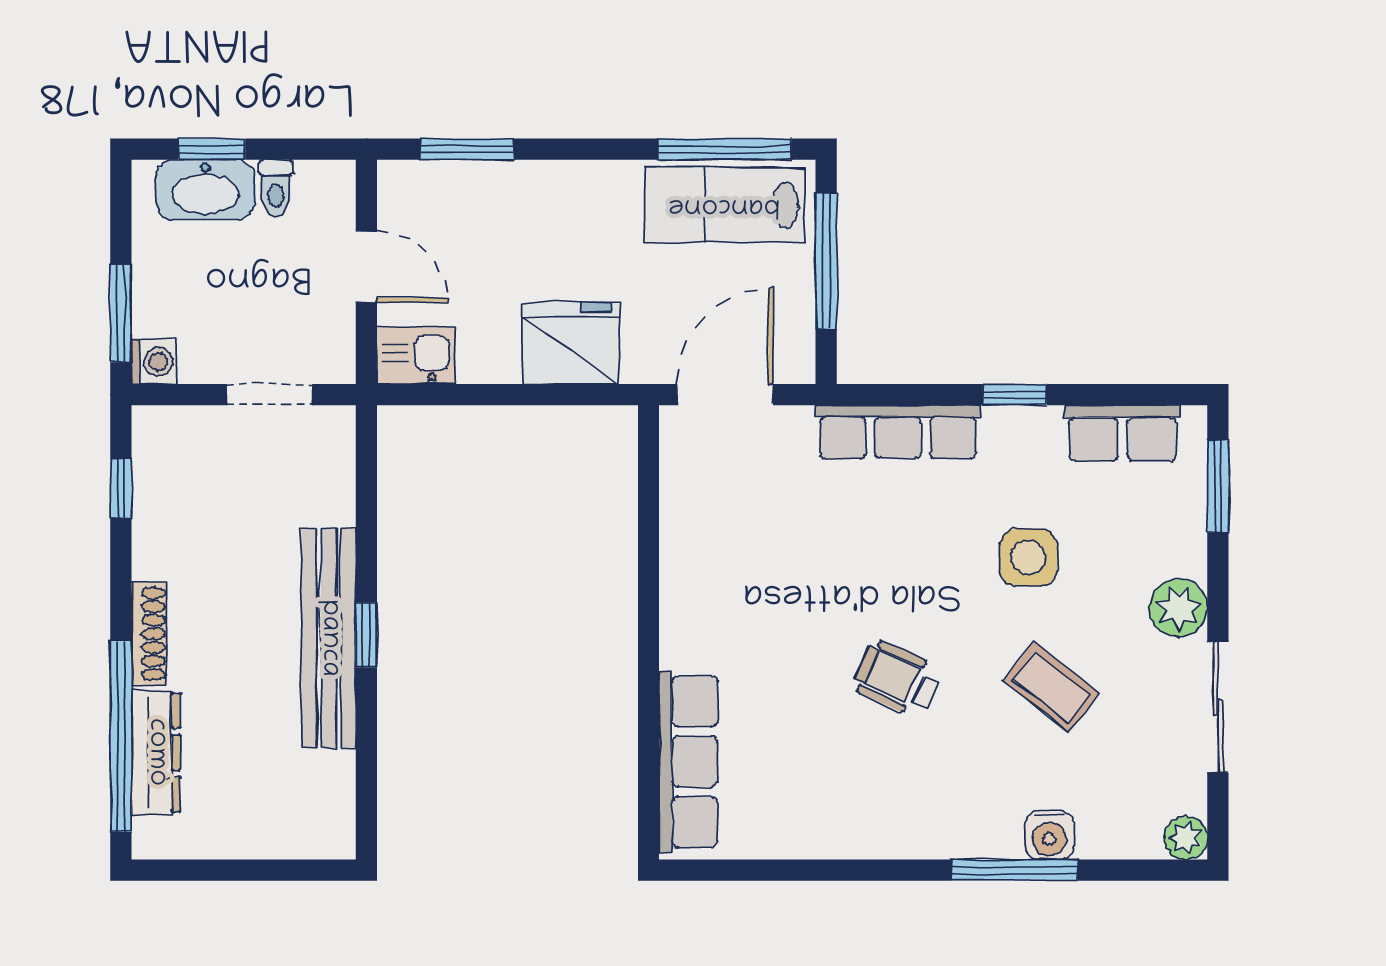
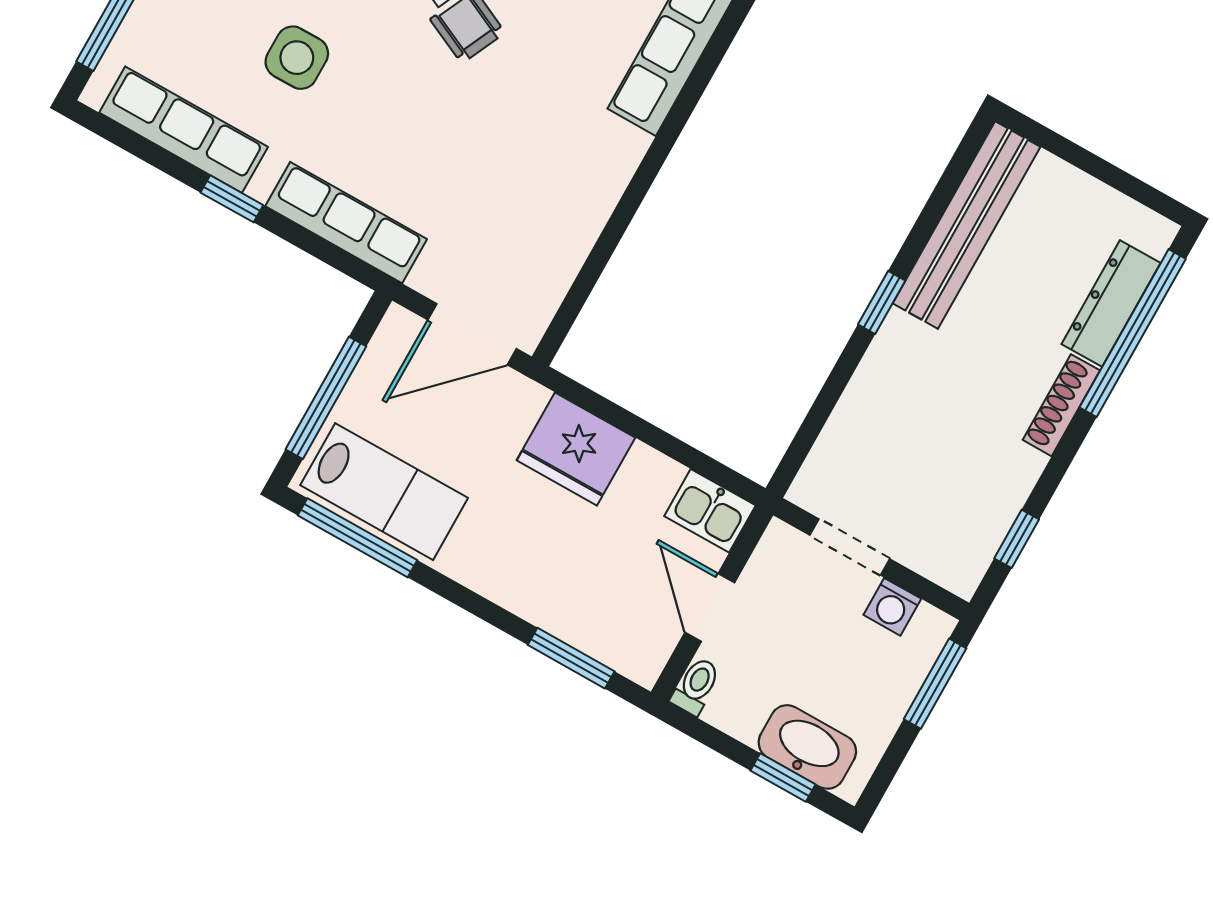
toilet: (276, 188) -> (696, 686), moved
washing machine: (154, 362) -> (892, 607), moved, turned -90
row of seats: (1123, 433) -> (184, 130), width x1.48
bench: (329, 638) -> (967, 225), moved

